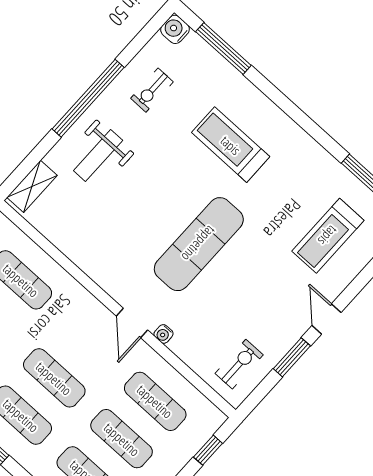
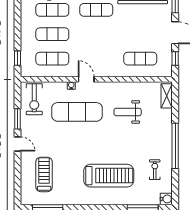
treadmill: (231, 145) -> (109, 176), width x1.37, depth x1.37
weight bench: (98, 155) -> (128, 112), moved, turned -90
exercise mat: (199, 244) -> (77, 112), moved, turned 90
exercise bike: (239, 364) -> (34, 99), width x1.38, depth x1.39
exercise mat: (54, 378) -> (96, 34), removed

